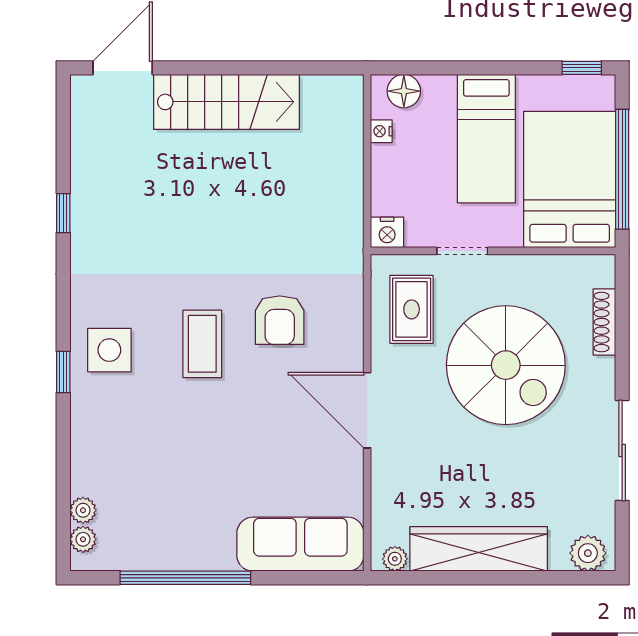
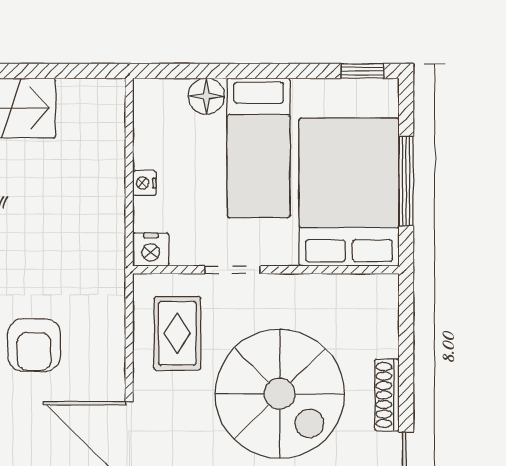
floor lamp: (404, 91) -> (206, 96), moved
nightstand: (381, 131) -> (144, 183), moved
window: (622, 169) -> (406, 181), width x0.68
shoe rack: (604, 322) -> (387, 395), moved

